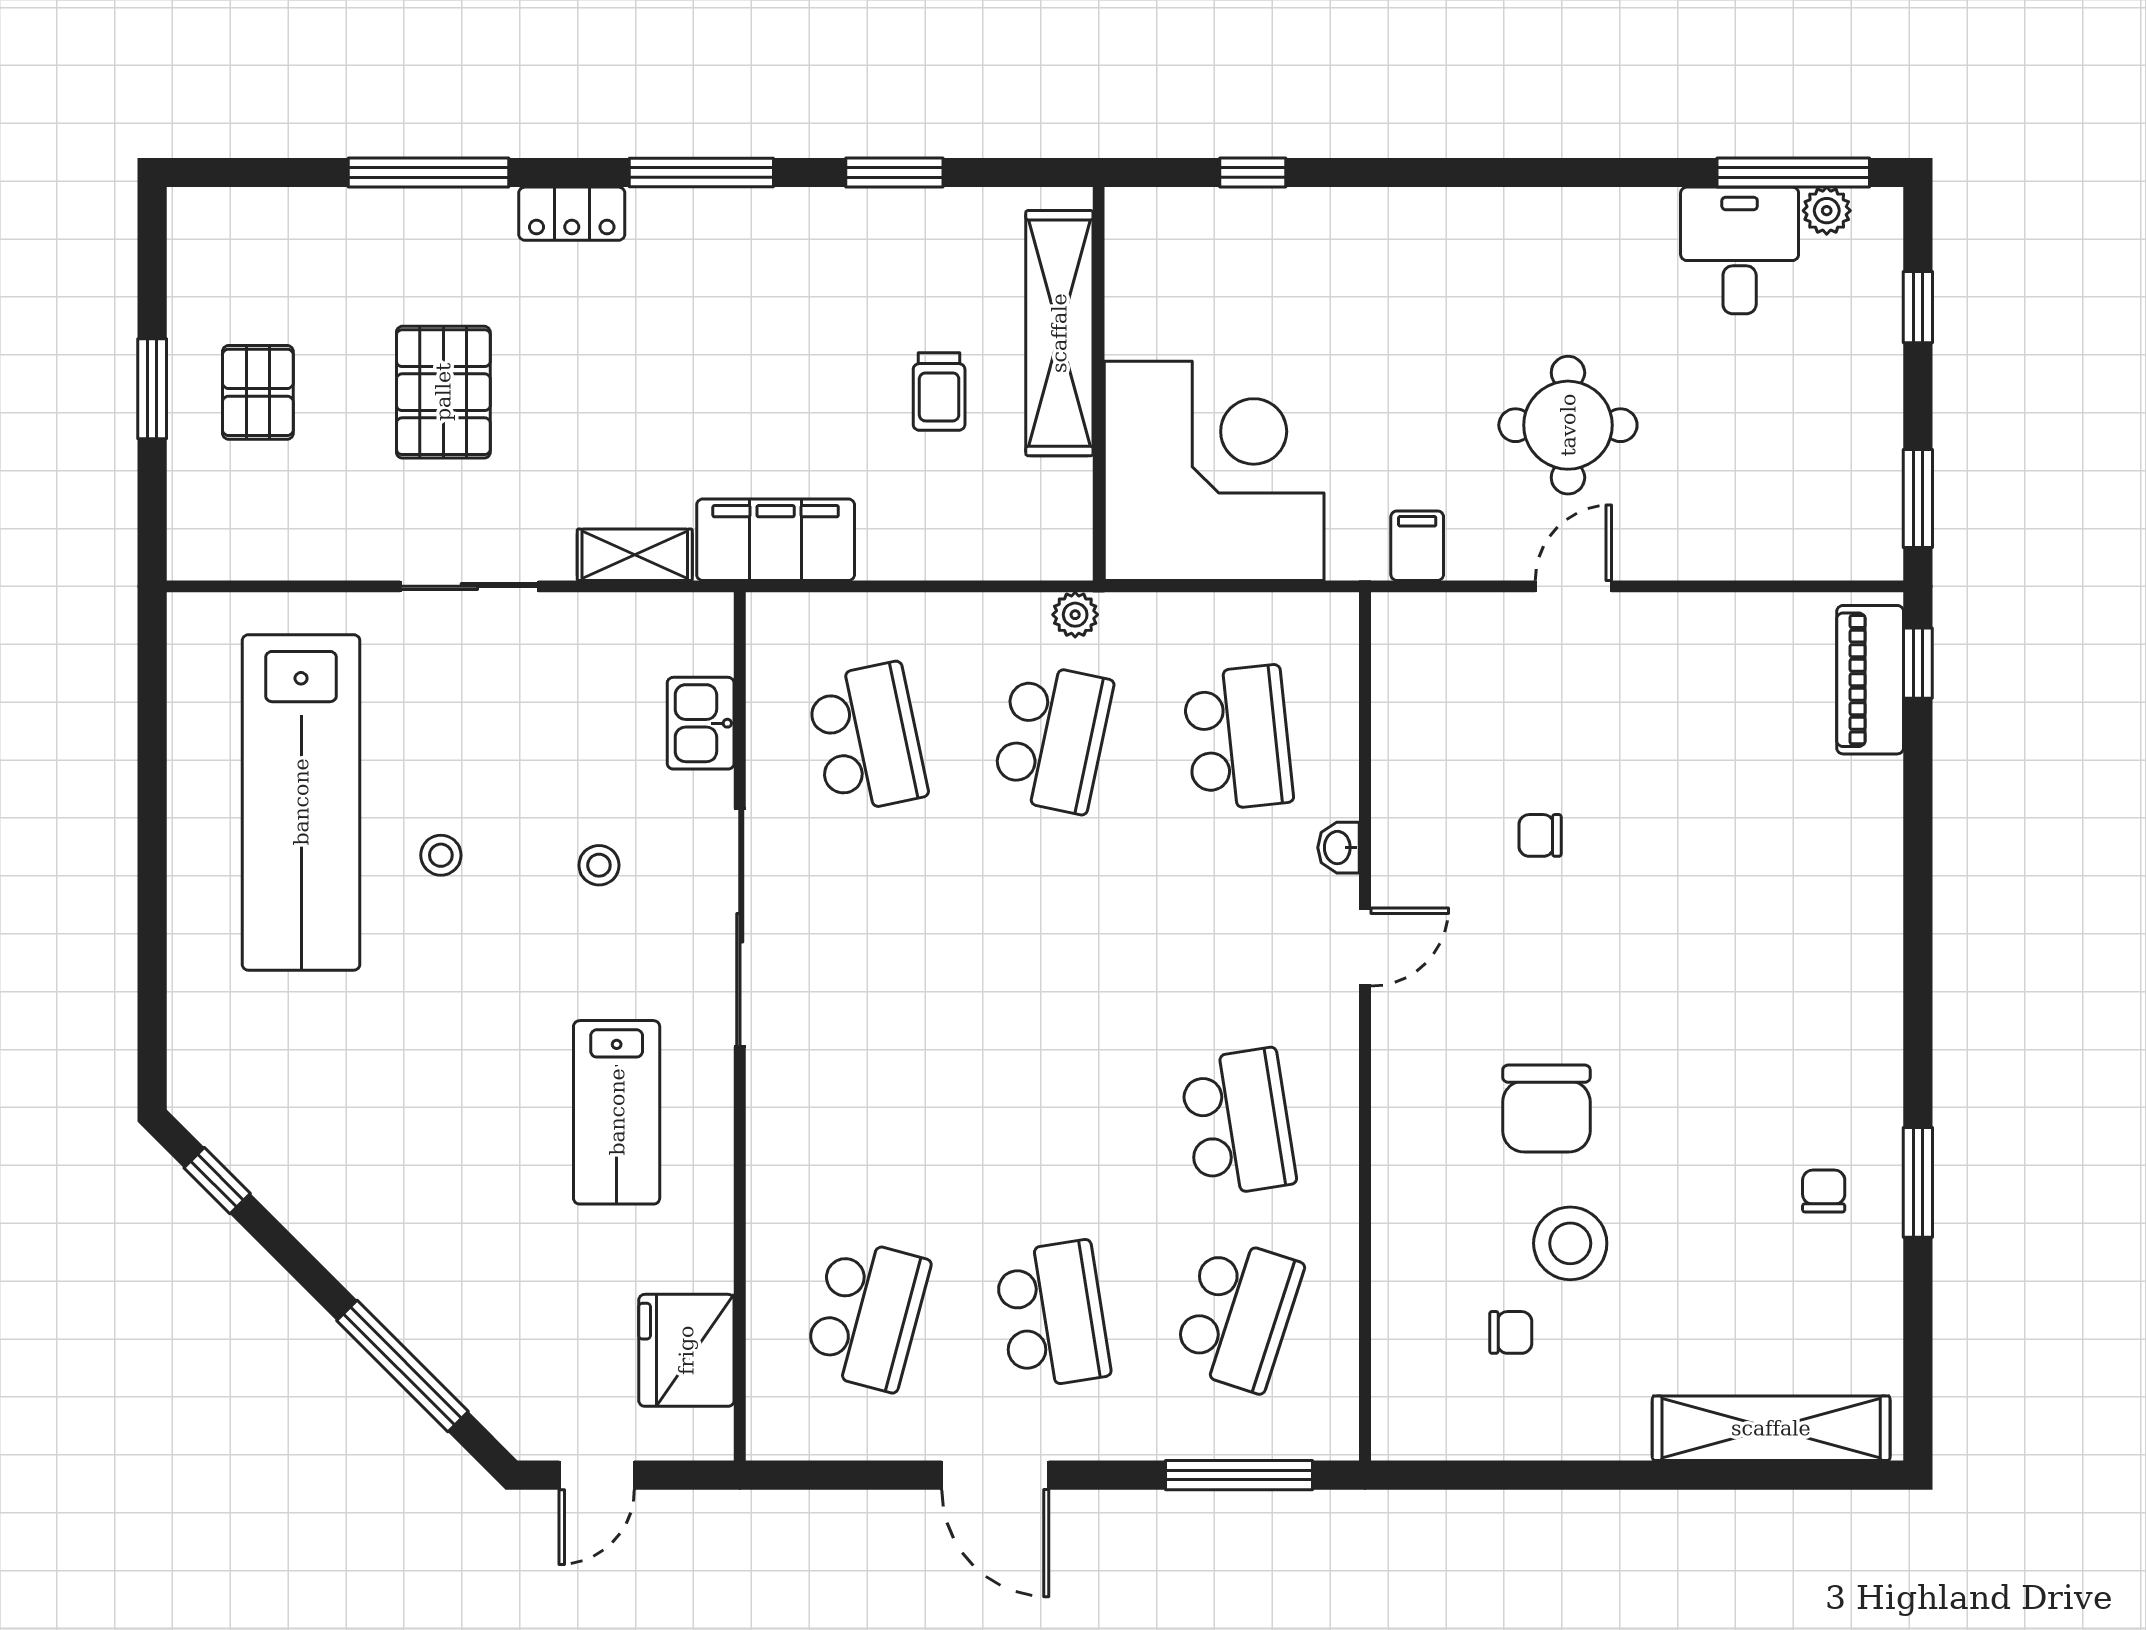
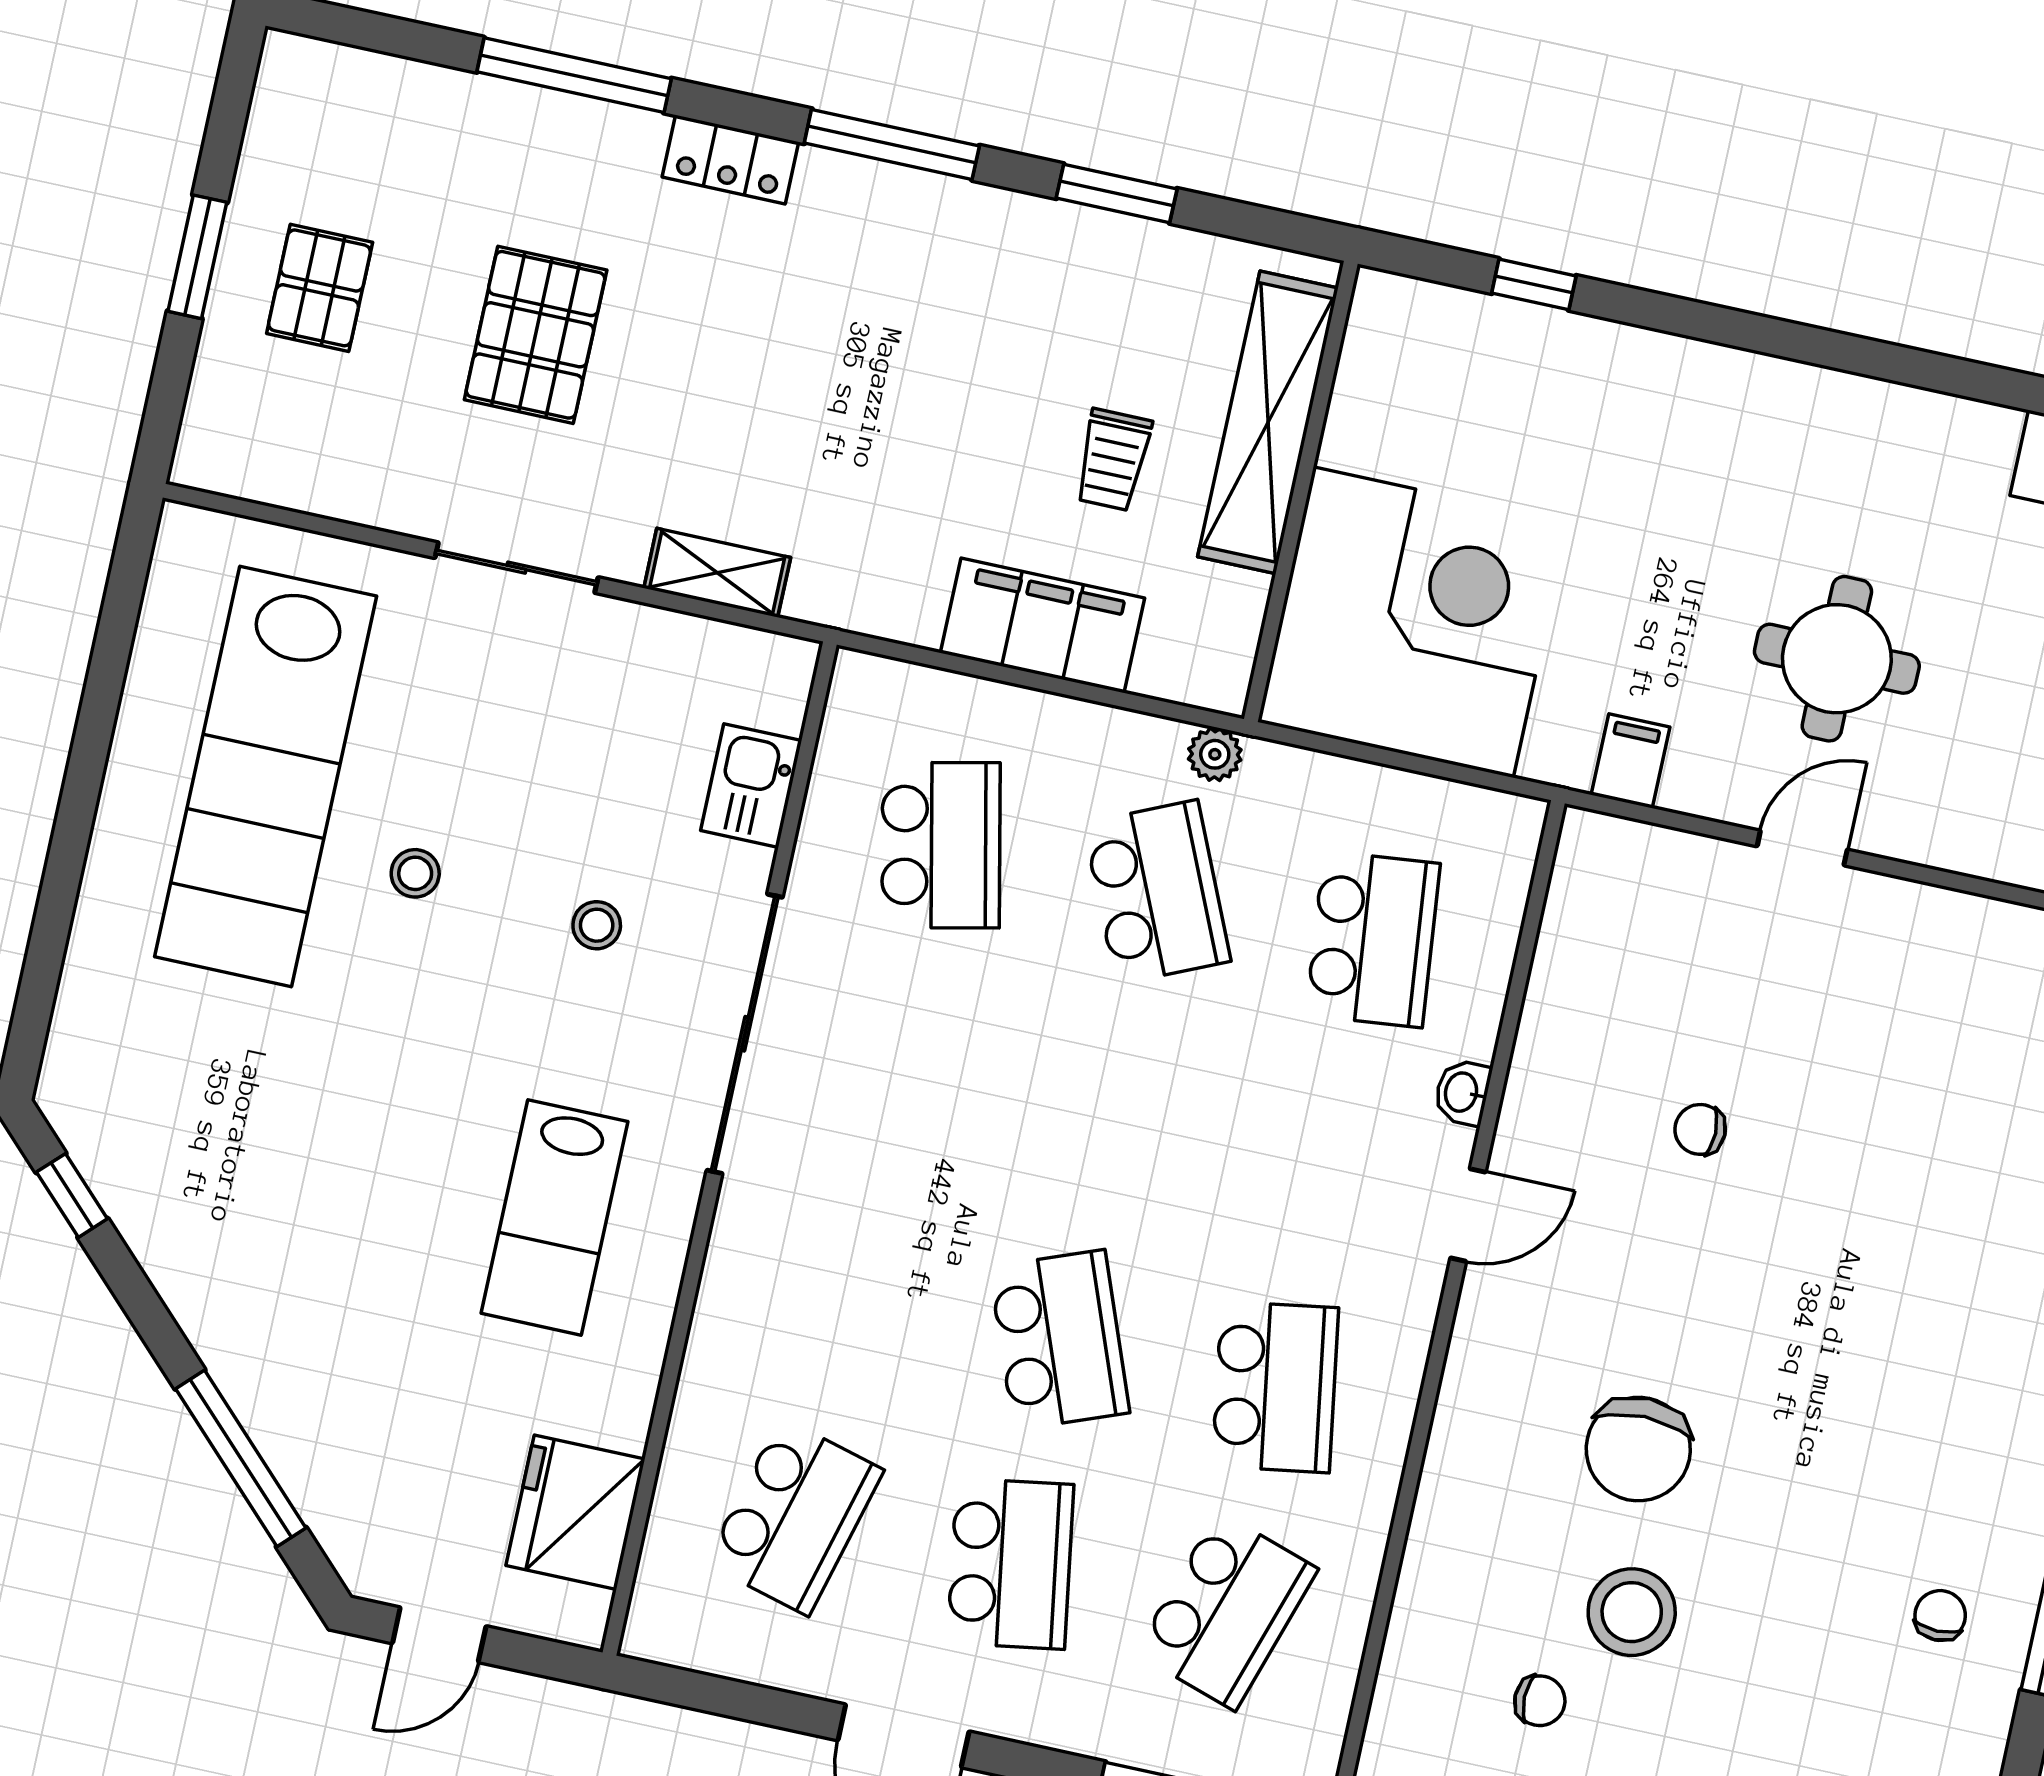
filing cabinet: (776, 540) -> (1043, 625), moved
school desk: (1052, 738) -> (1157, 892), turned -36
school desk: (1052, 1122) -> (1059, 1340), added

